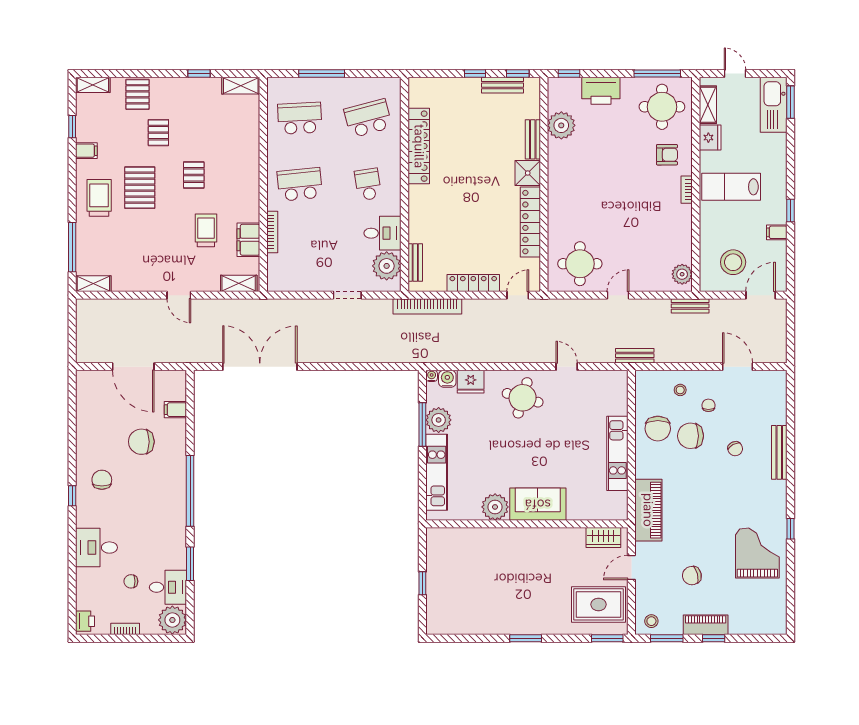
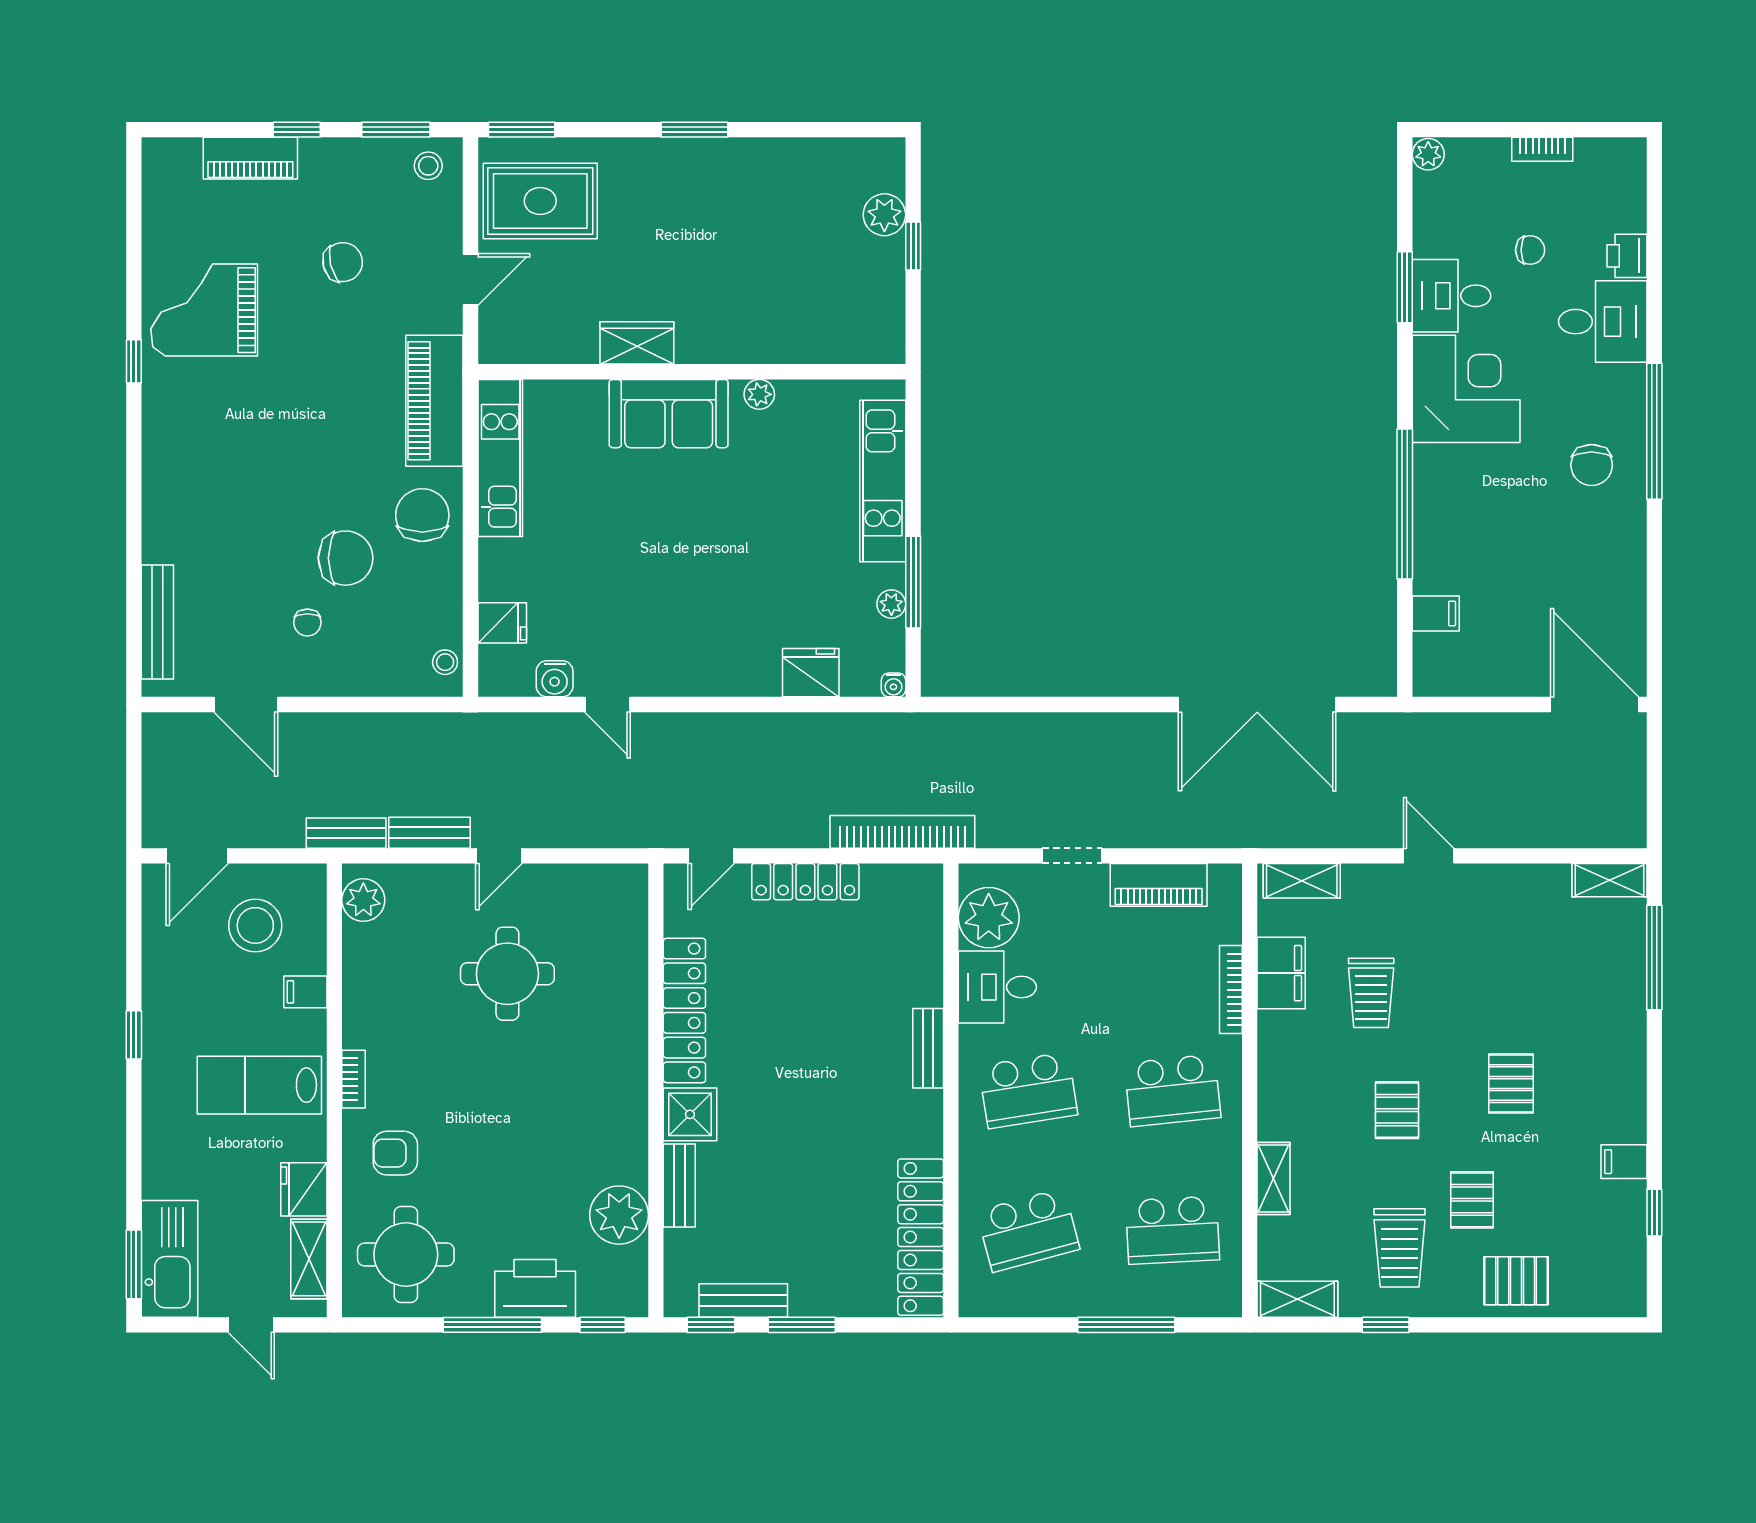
window: (475, 74) -> (802, 1325), width x1.50
window: (657, 74) -> (492, 1325), moved
shelving: (93, 85) -> (1274, 1179), moved, turned 90
pallet: (137, 94) -> (1516, 1281), turned 90
locker: (419, 146) -> (921, 1237), moved
school desk: (368, 184) -> (1028, 1090), width x1.85
lab bench: (731, 187) -> (259, 1085), turned 180
pallet: (140, 188) -> (1511, 1084), width x0.67, depth x0.71
trolley: (99, 198) -> (1400, 1248), moved
filing cabinet: (777, 232) -> (305, 992), moved, turned 180
bench: (415, 263) -> (928, 1048), moved
round table: (580, 264) -> (507, 974), moved
piano: (306, 281) -> (1159, 885), added
bench: (635, 356) -> (430, 833), moved
door: (133, 367) -> (1595, 705), moved
water cooler: (447, 379) -> (555, 679), moved
stool: (680, 390) -> (445, 662), moved
round table: (523, 398) -> (701, 638), removed
fridge: (616, 405) -> (502, 623), added
plant: (439, 420) -> (891, 604), width x0.53, depth x0.53
chair: (658, 429) -> (422, 515), moved
chair: (141, 442) -> (1508, 546), removed
chair: (735, 449) -> (251, 531), removed
bench: (779, 452) -> (157, 622), moved
kitchen unit: (617, 453) -> (500, 458), moved
window: (190, 491) -> (1405, 504), moved
window: (72, 496) -> (1654, 431), width x3.17
plant: (495, 507) -> (759, 394), width x0.53, depth x0.53
corner desk: (161, 516) -> (1466, 389), added
wardrobe: (603, 537) -> (637, 343), moved
grand piano: (757, 553) -> (204, 310), turned 90
desk: (168, 587) -> (1451, 296), moved
plant: (436, 598) -> (884, 215), added
plant: (172, 620) -> (1428, 154), width x0.53, depth x0.53
printer: (85, 621) -> (1627, 256), moved
piano: (706, 625) -> (250, 158), moved

